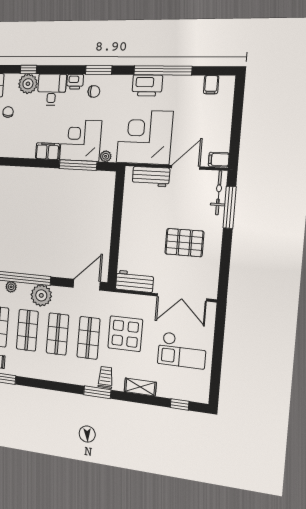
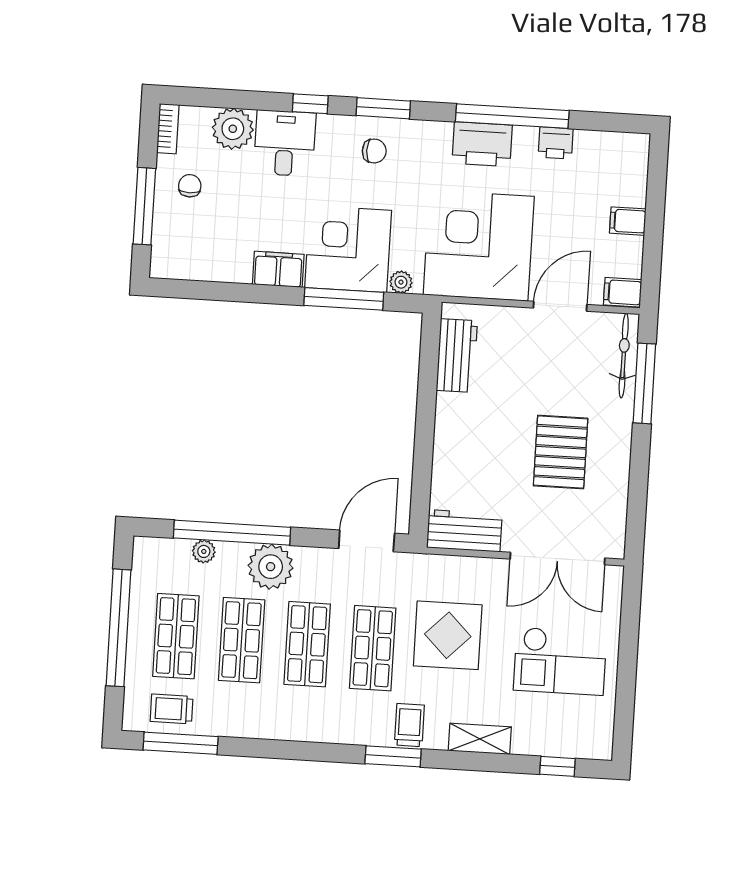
window: (28, 69) -> (310, 104), moved
printer: (75, 82) -> (556, 143), moved
filing cabinet: (211, 85) -> (628, 221), moved, turned 90
workbench: (151, 177) -> (457, 356), moved, turned -90
pallet: (184, 243) -> (561, 452), turned 90

